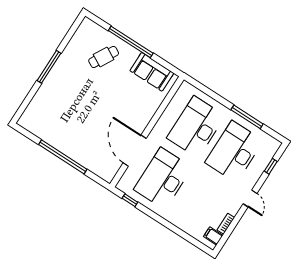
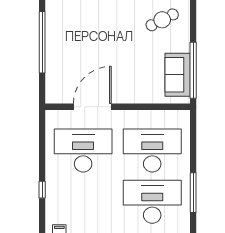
window: (131, 42) -> (193, 70), moved
cafe table: (104, 57) -> (162, 20), turned -56
window: (130, 200) -> (42, 190), moved

